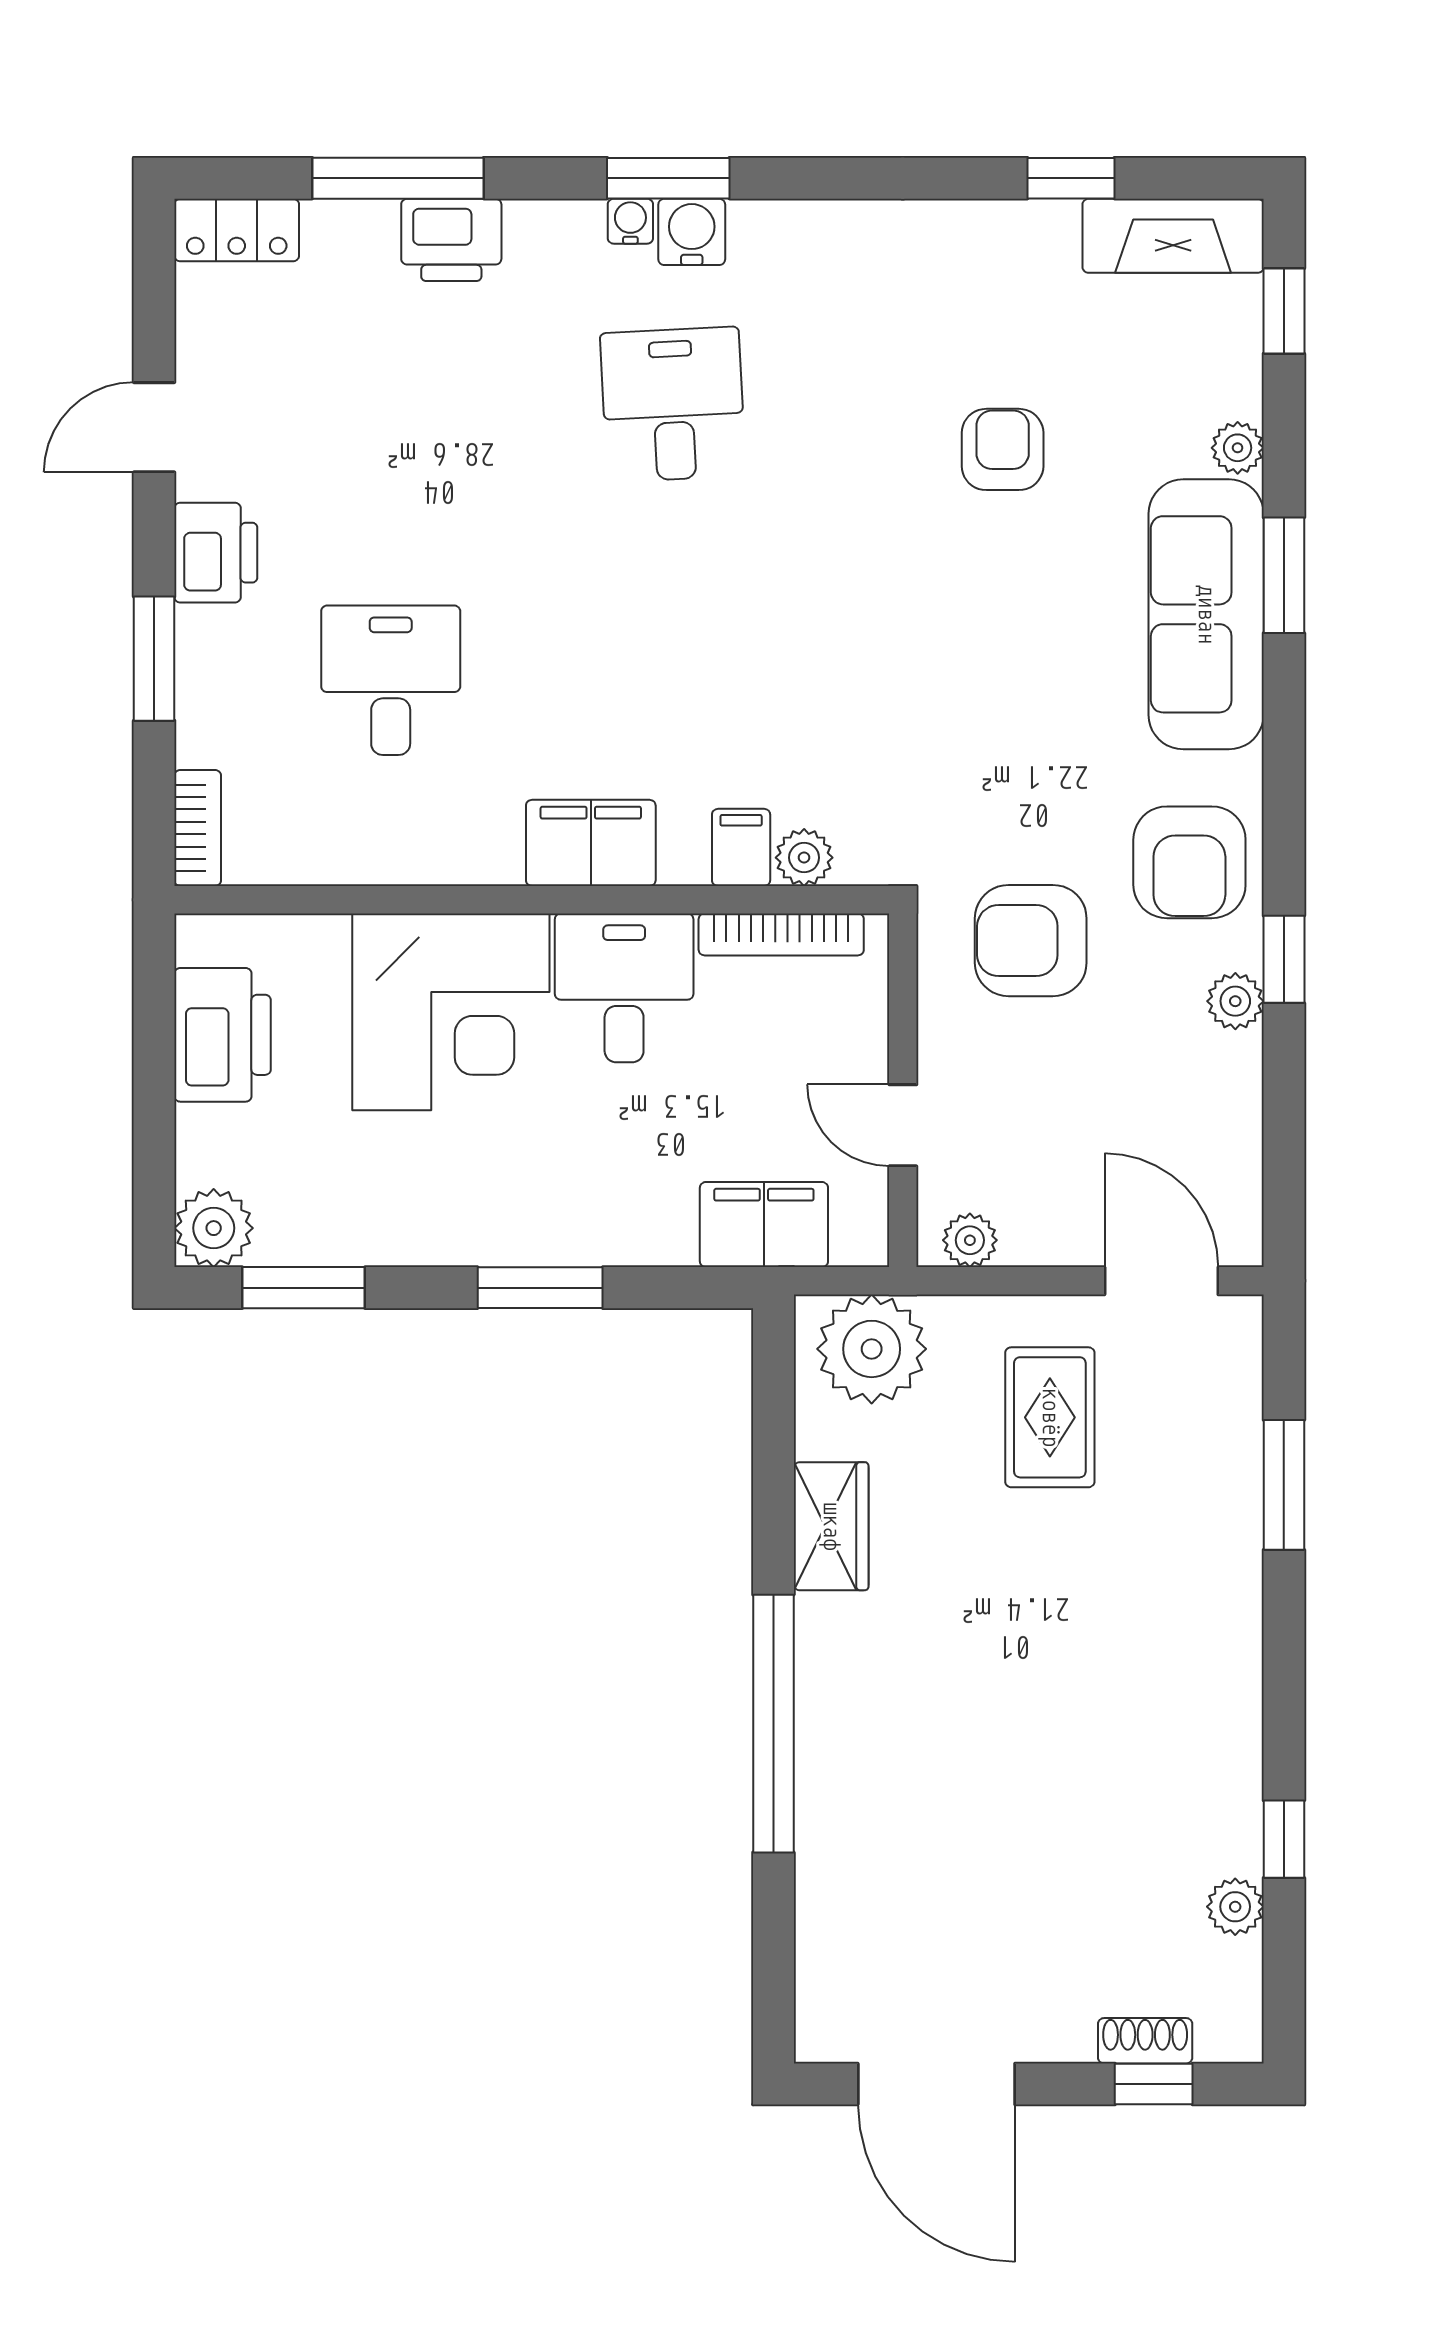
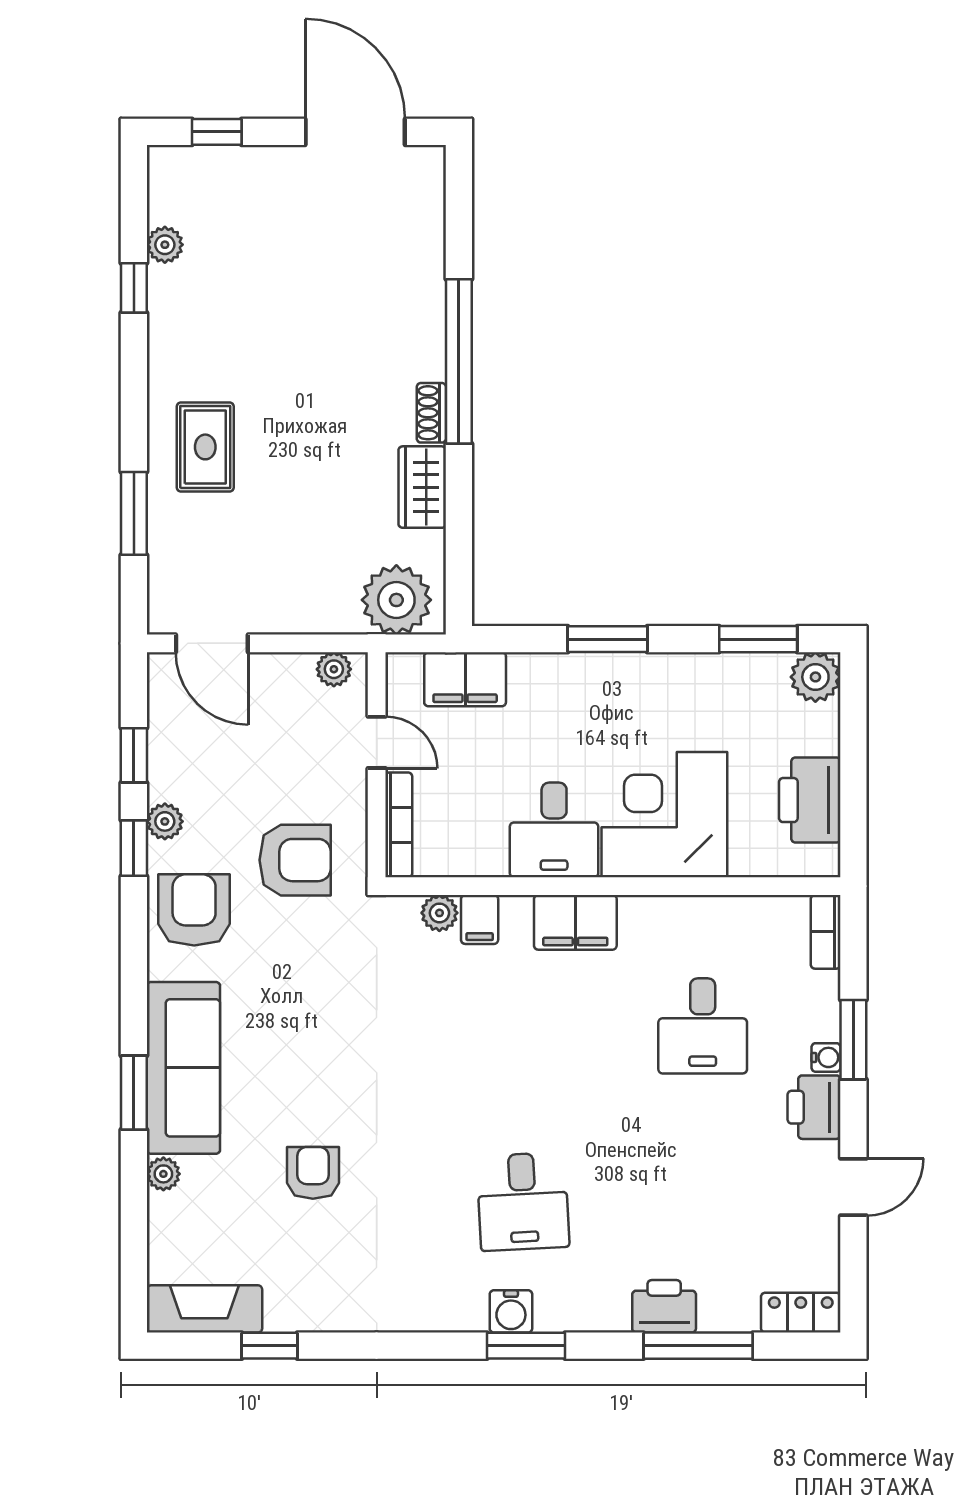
water cooler: (630, 221) -> (826, 1057), moved, turned -90
window: (1284, 311) -> (134, 755), moved
armchair: (1003, 449) -> (313, 1173), turned 180
bookcase: (781, 934) -> (399, 825), moved, turned 90
rug: (1050, 1417) -> (205, 447), moved
shoe rack: (1145, 2041) -> (431, 413), moved, turned 90

